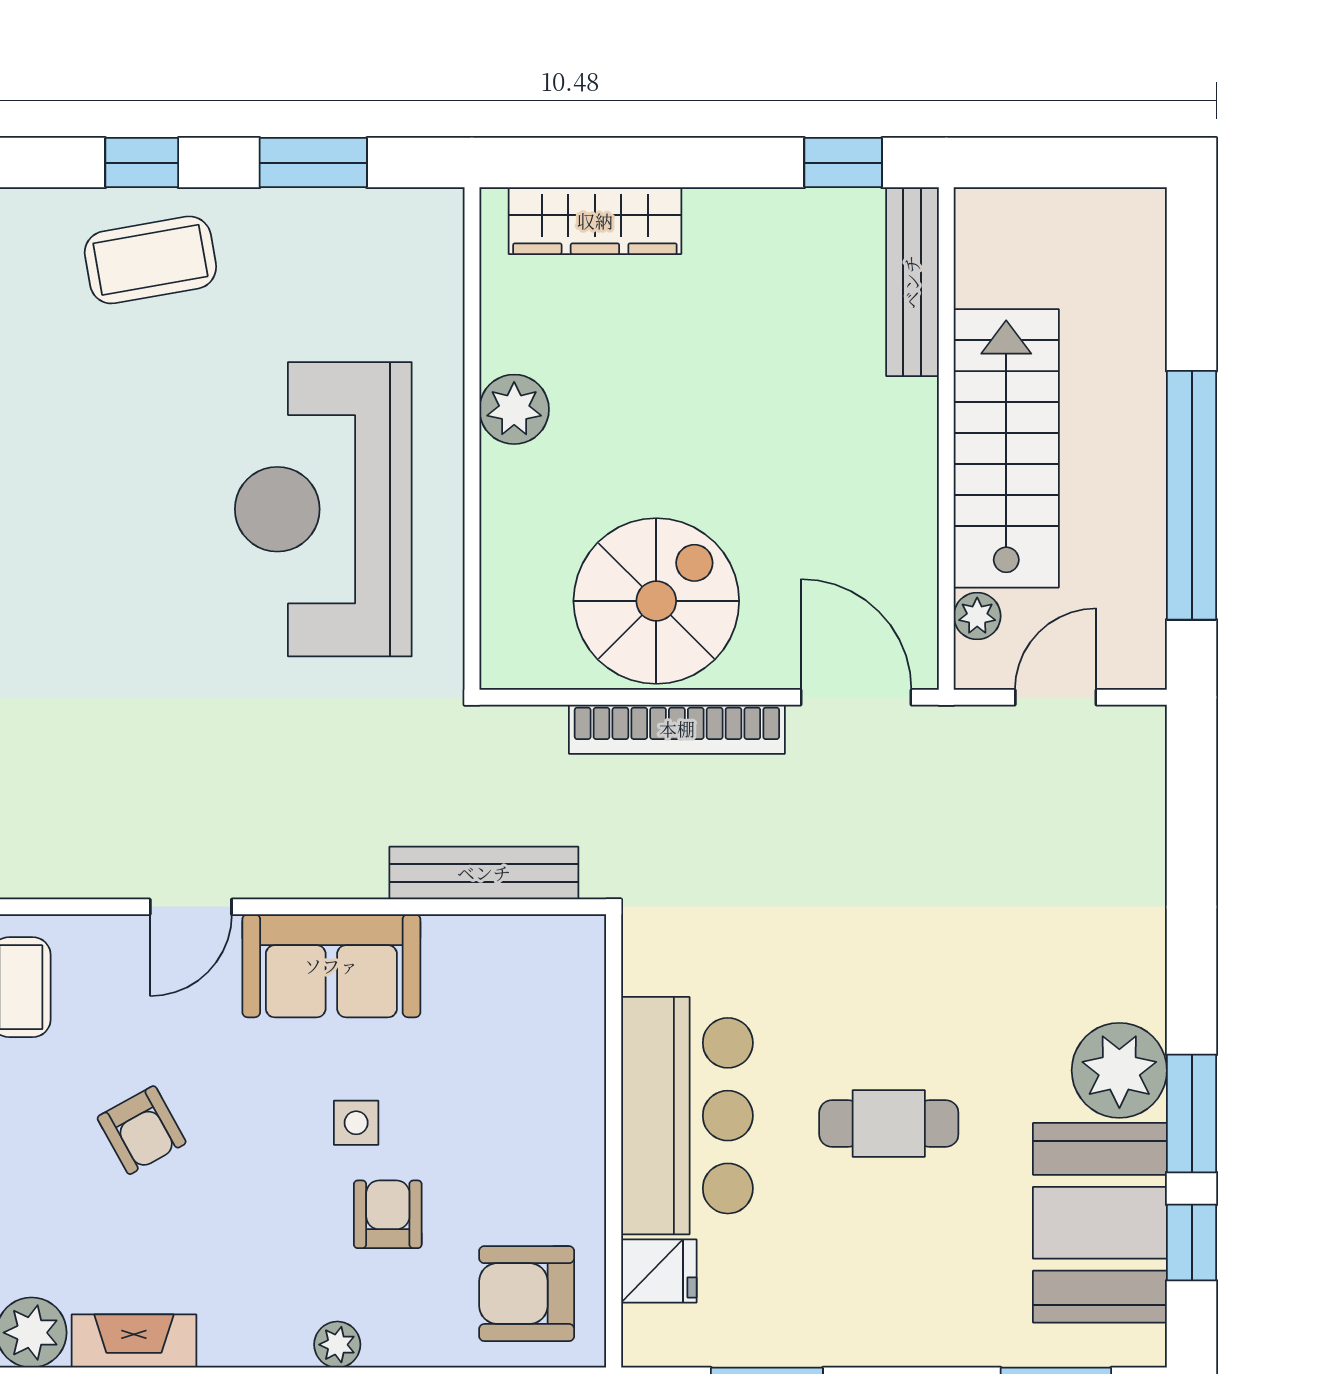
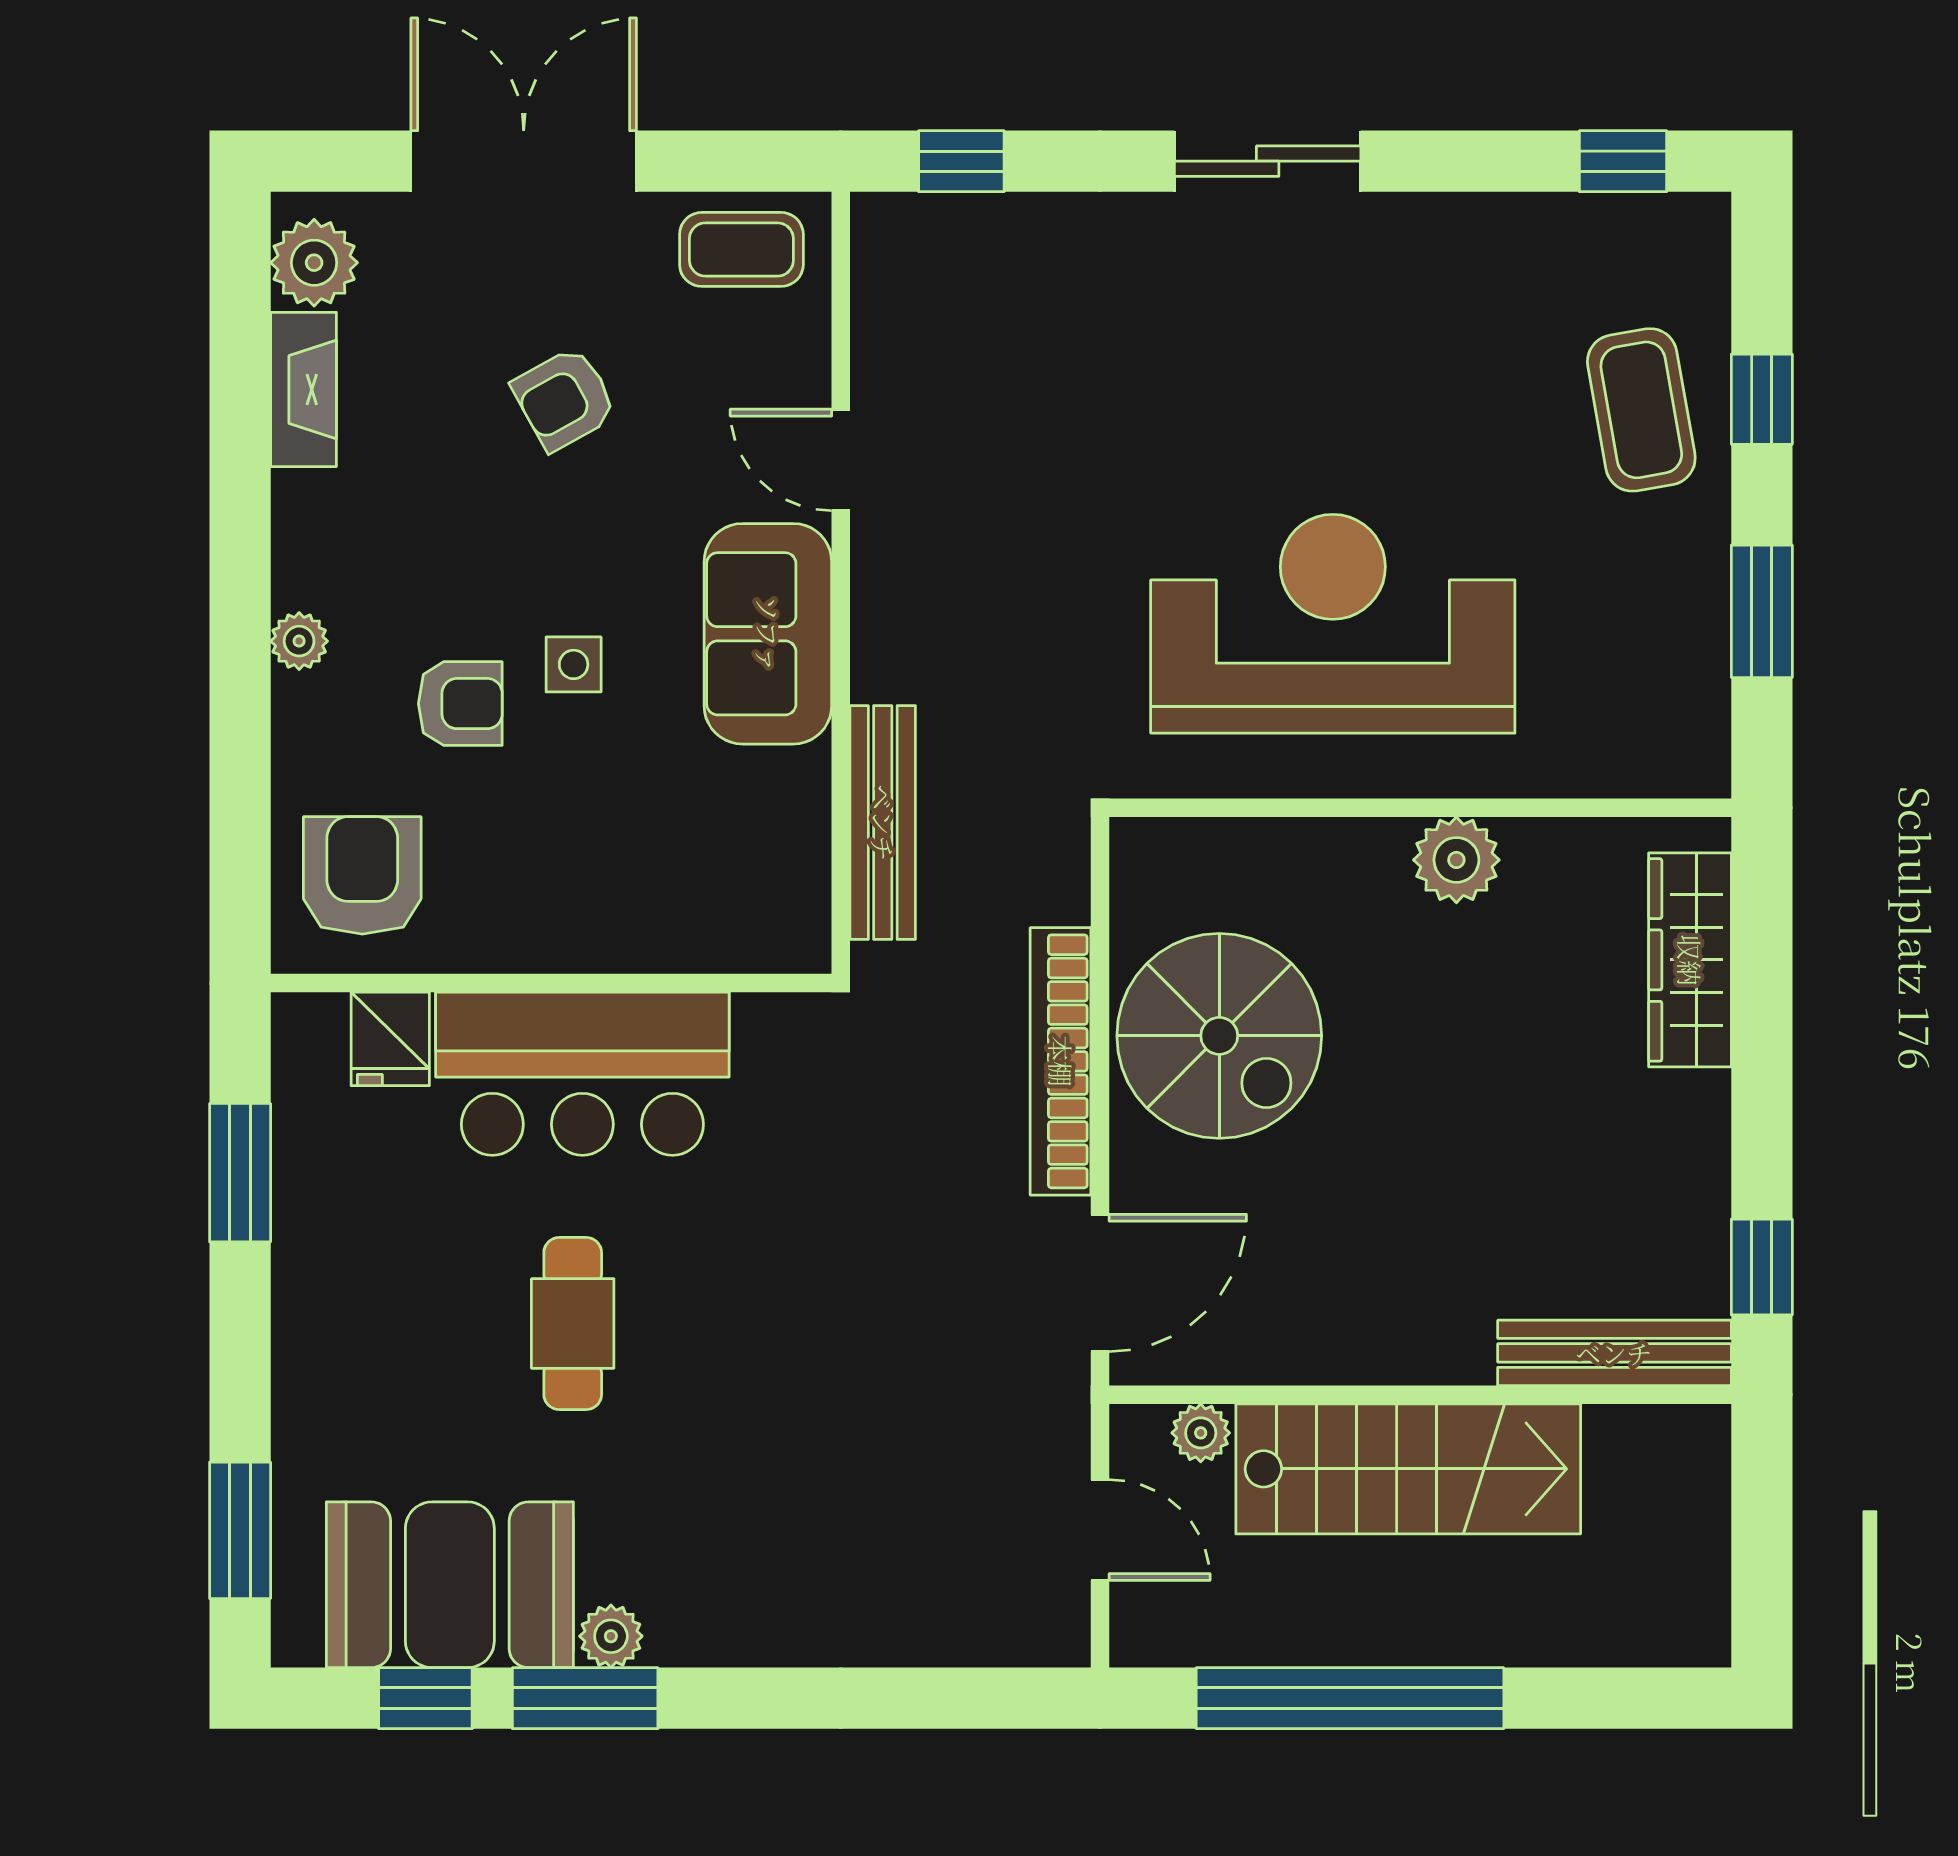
plant: (1119, 1070) -> (611, 1636), width x0.53, depth x0.53

